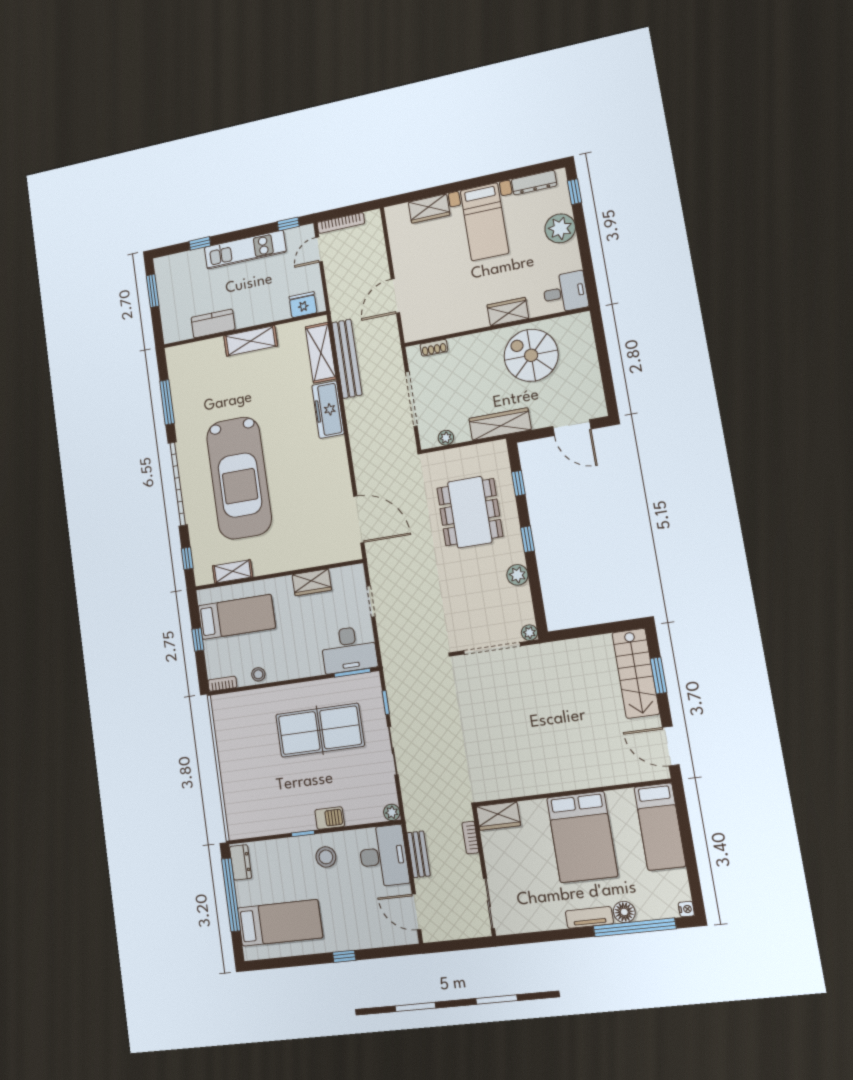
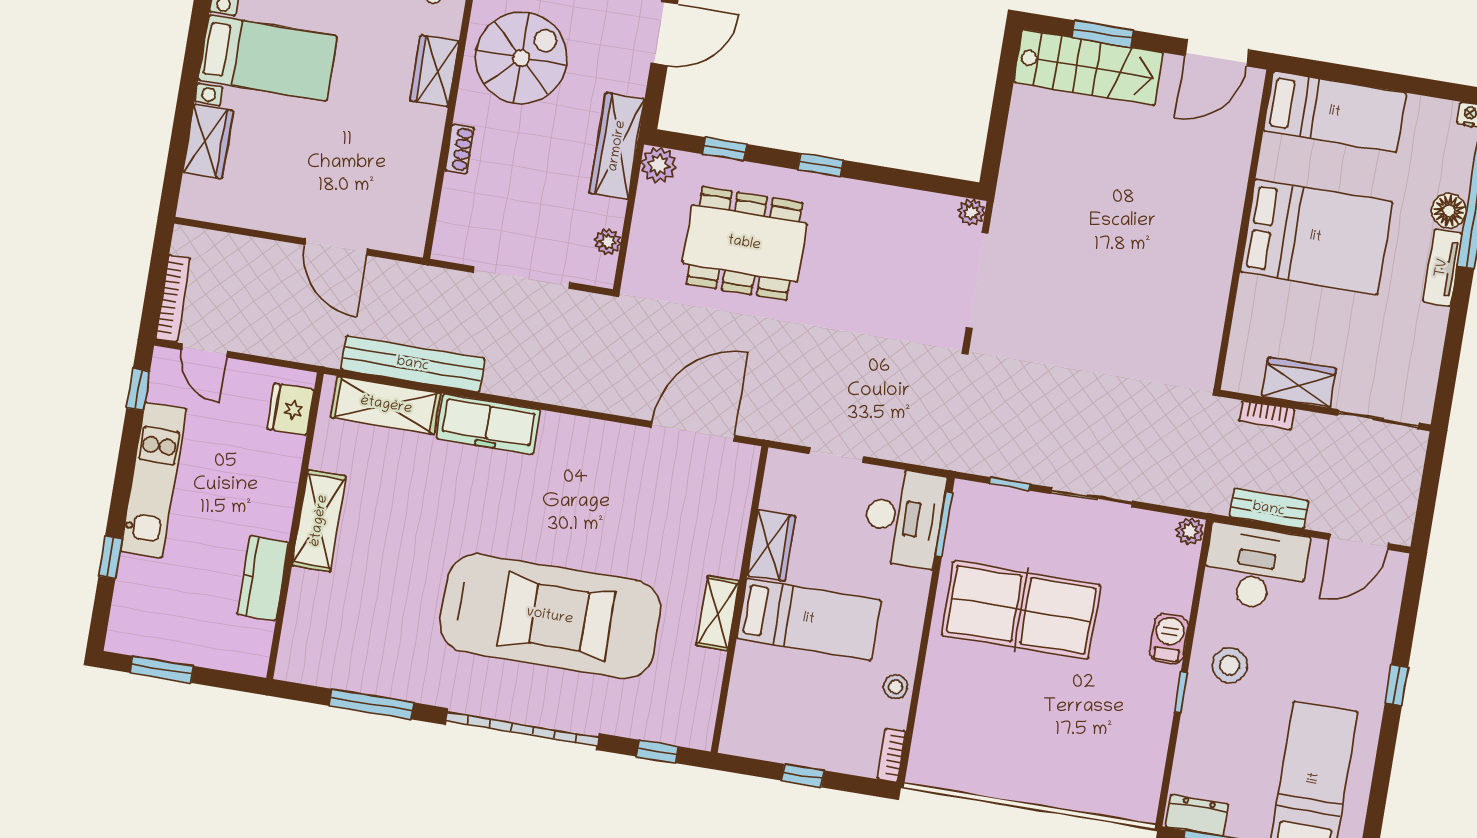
shoe rack: (434, 348) -> (460, 149), moved
spiral stairs: (531, 355) -> (521, 58), turned 180
shelving: (233, 571) -> (718, 613), moved
plant: (517, 575) -> (659, 165), moved
bed: (237, 617) -> (809, 619), moved, turned 90
table tennis table: (320, 730) -> (1021, 610), turned 90
wardrobe: (498, 816) -> (1299, 382), moved, turned -90

